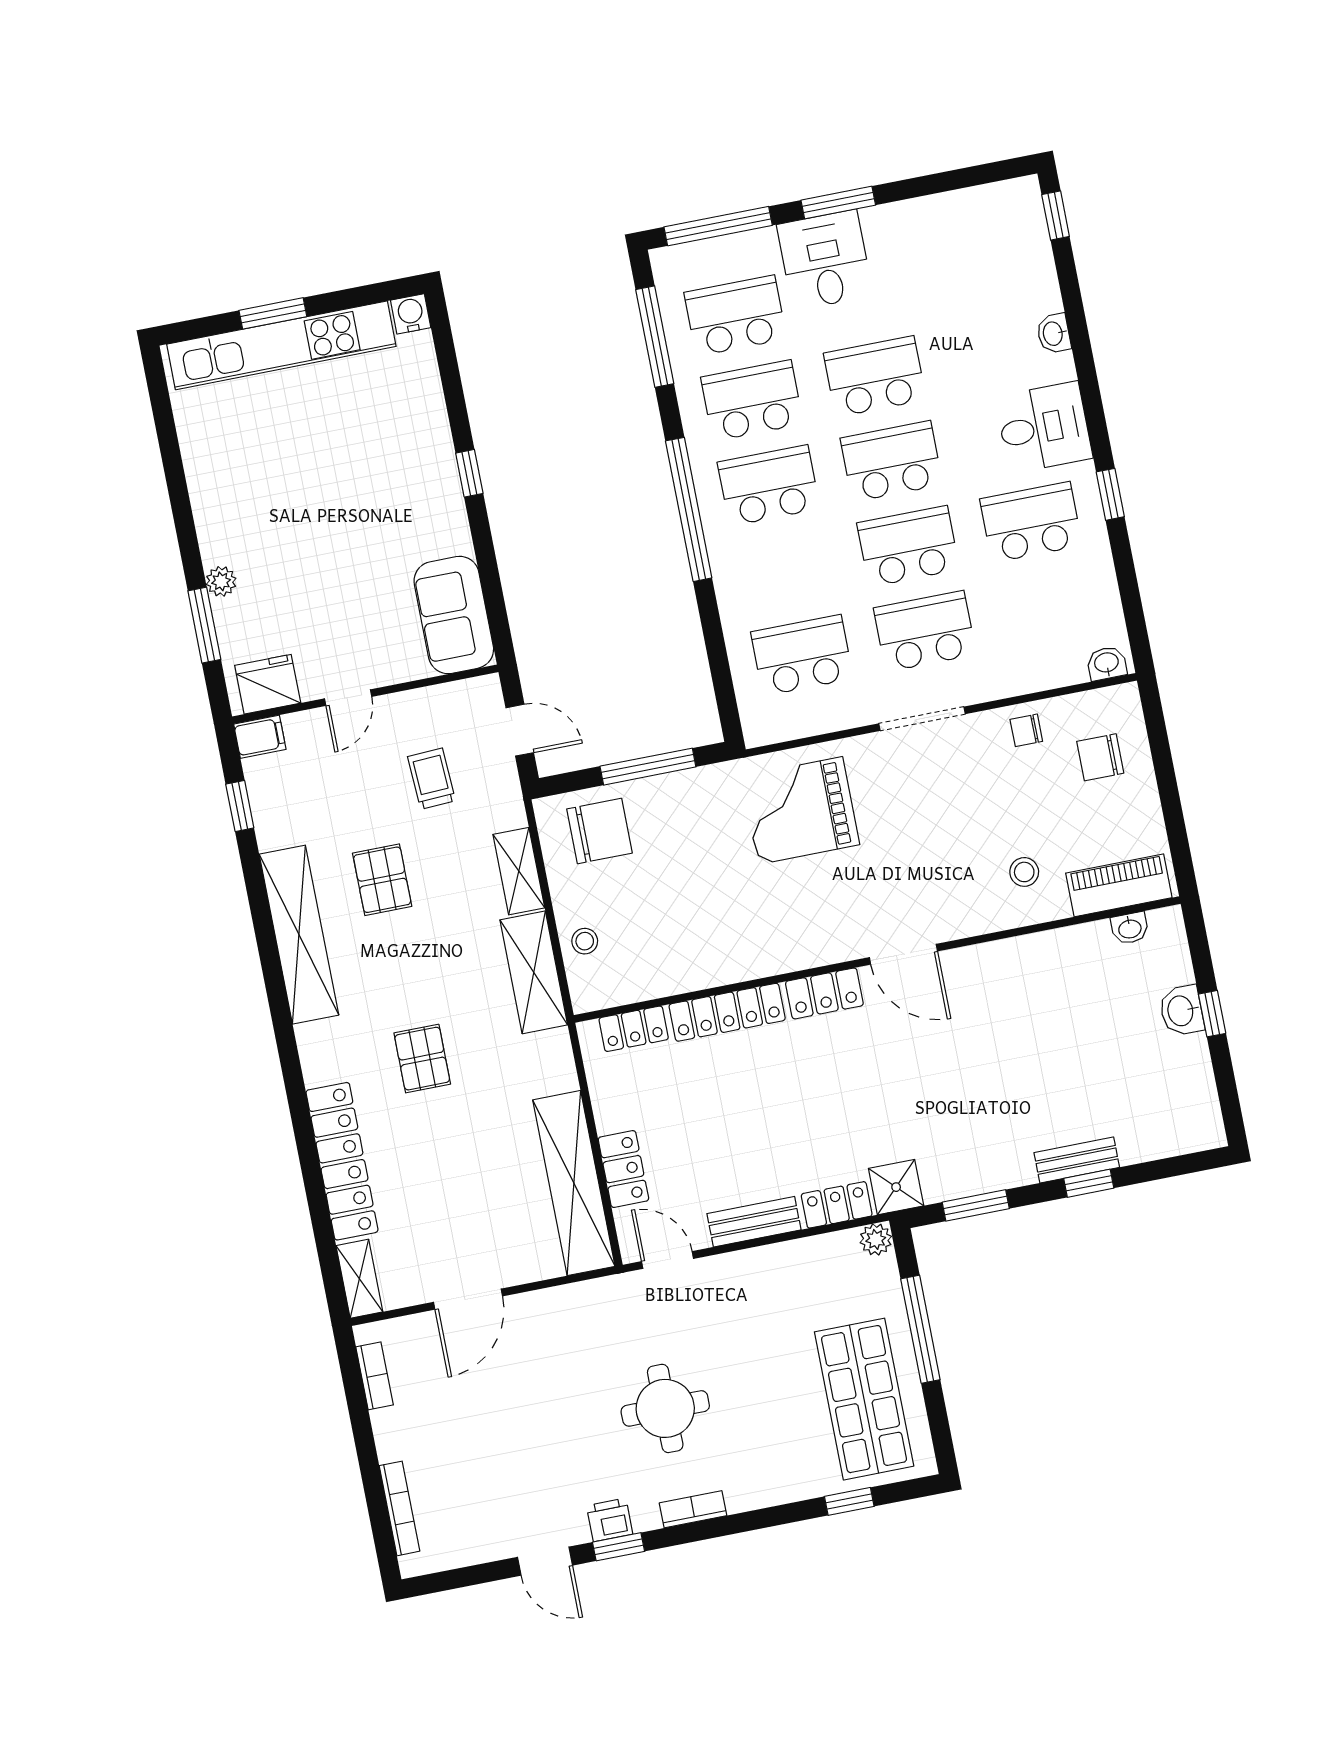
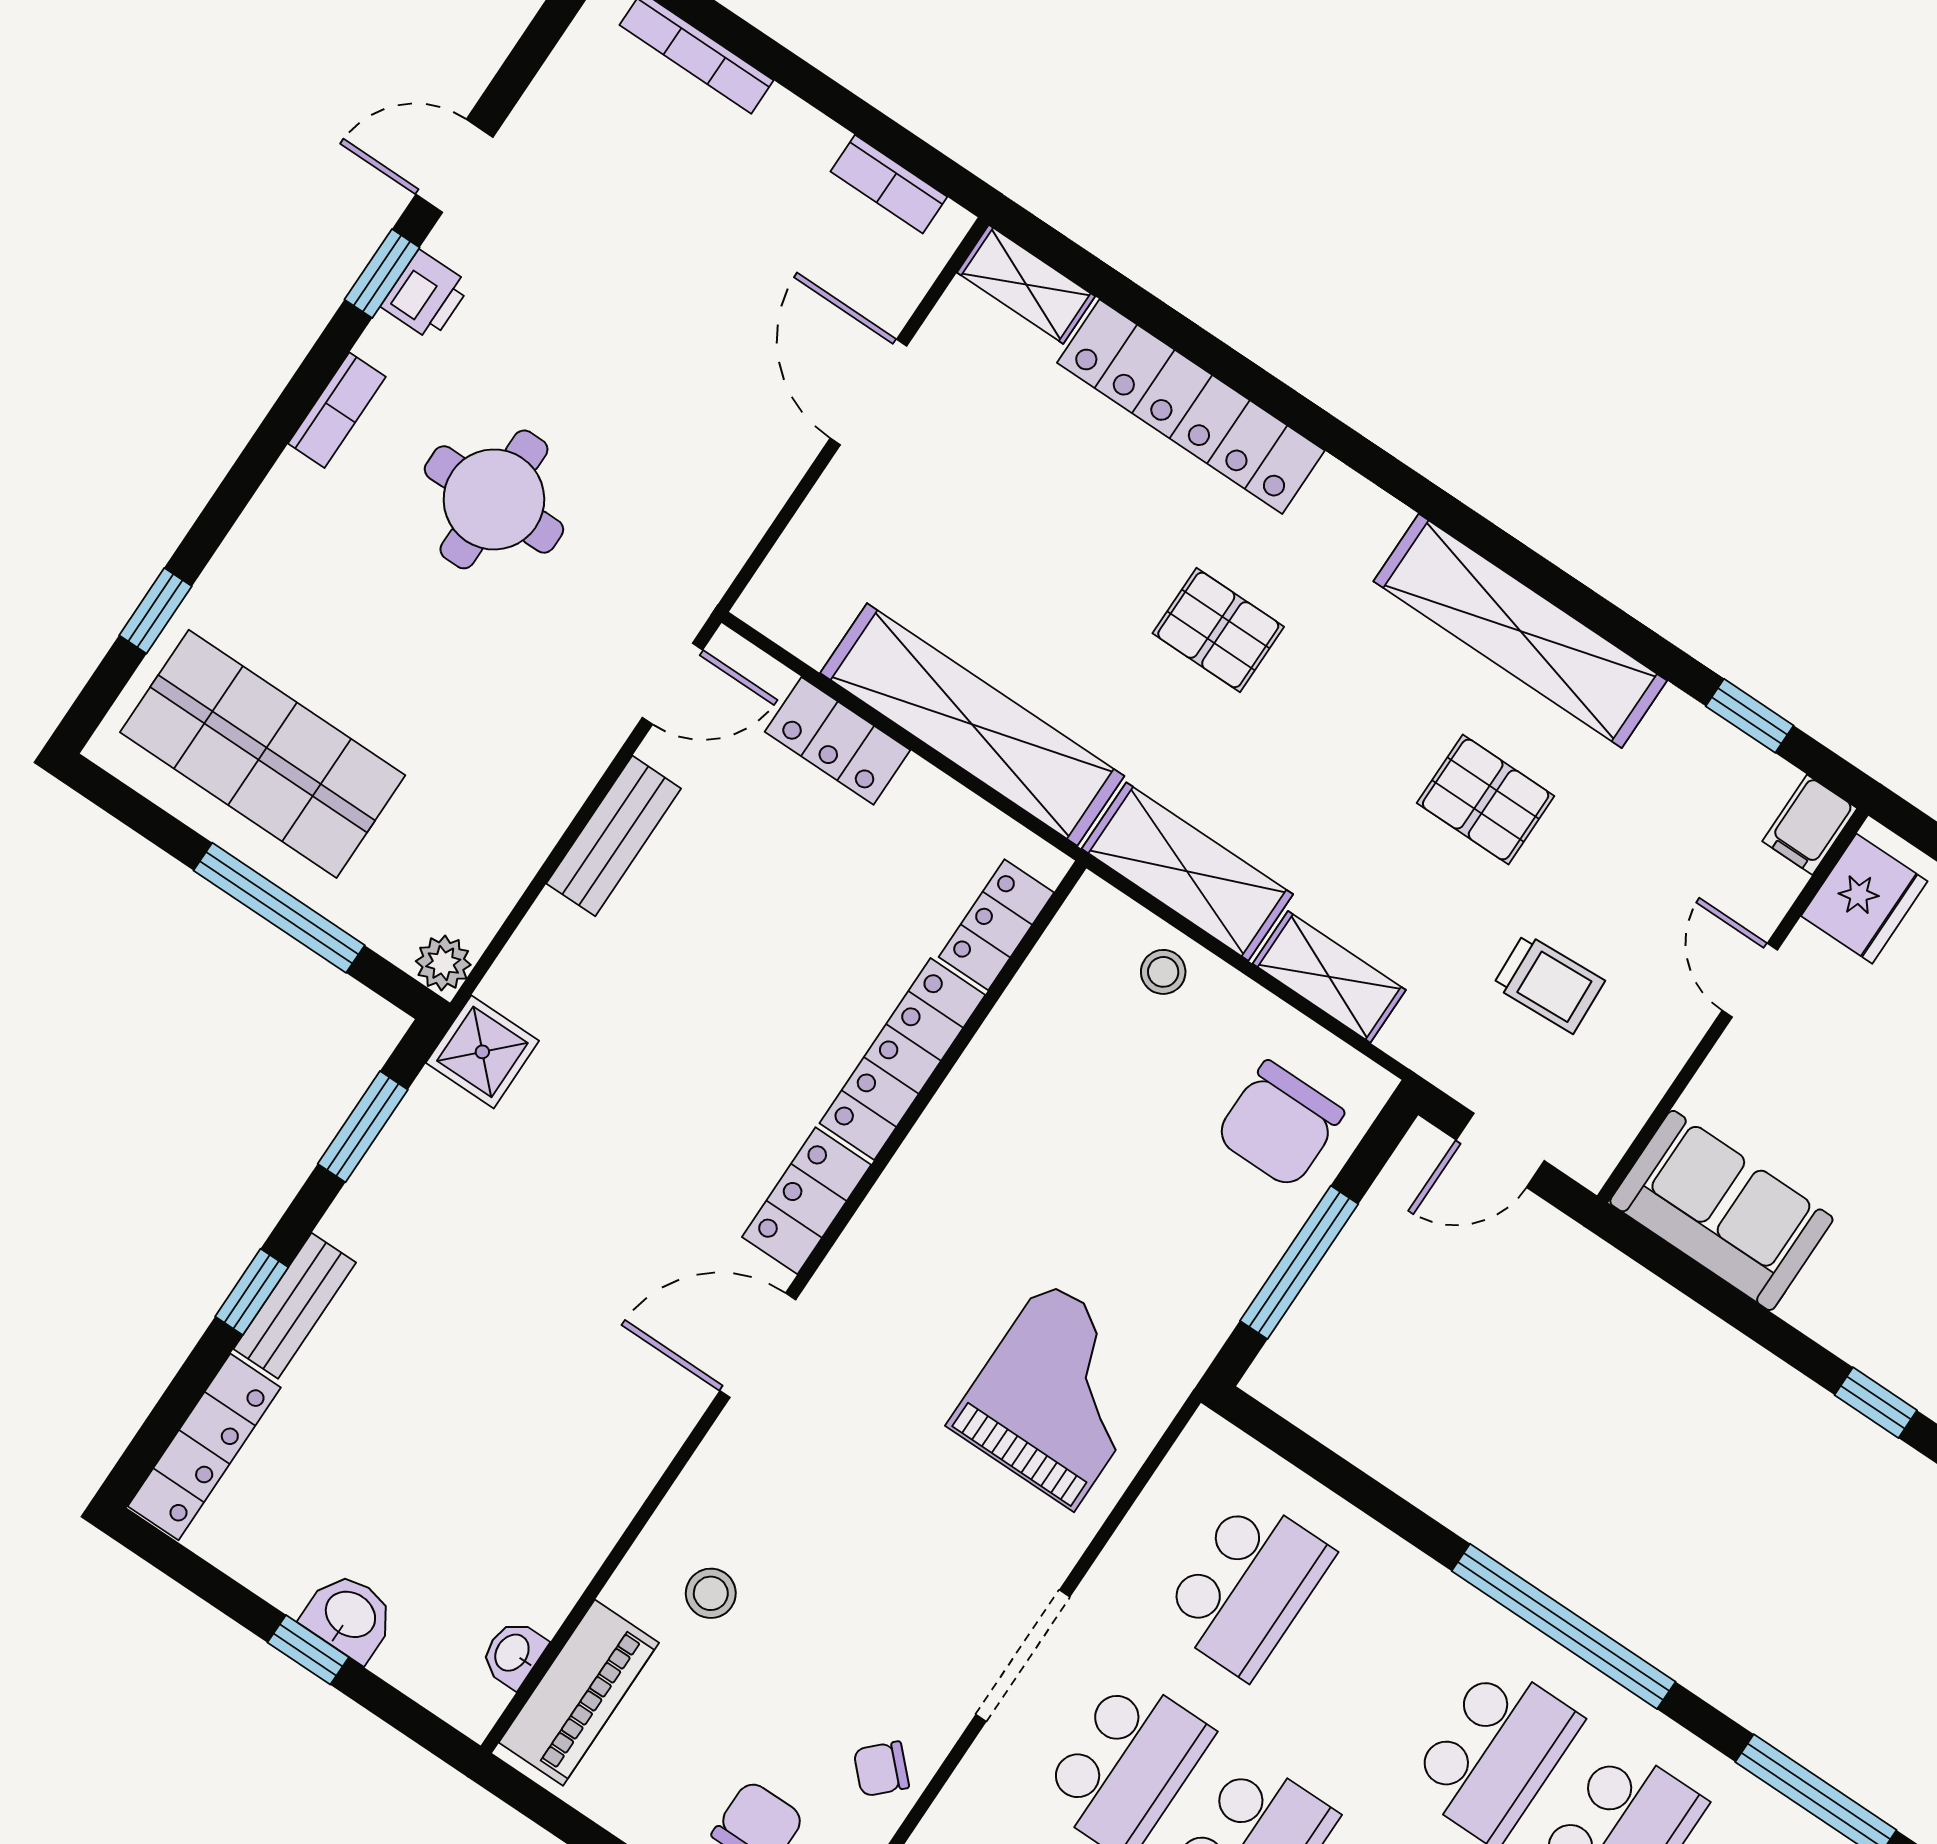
chair: (1026, 730) -> (881, 1769), turned -135
shelving: (574, 1183) -> (972, 725), moved
locker: (837, 1205) -> (204, 1447), moved, width x1.53

